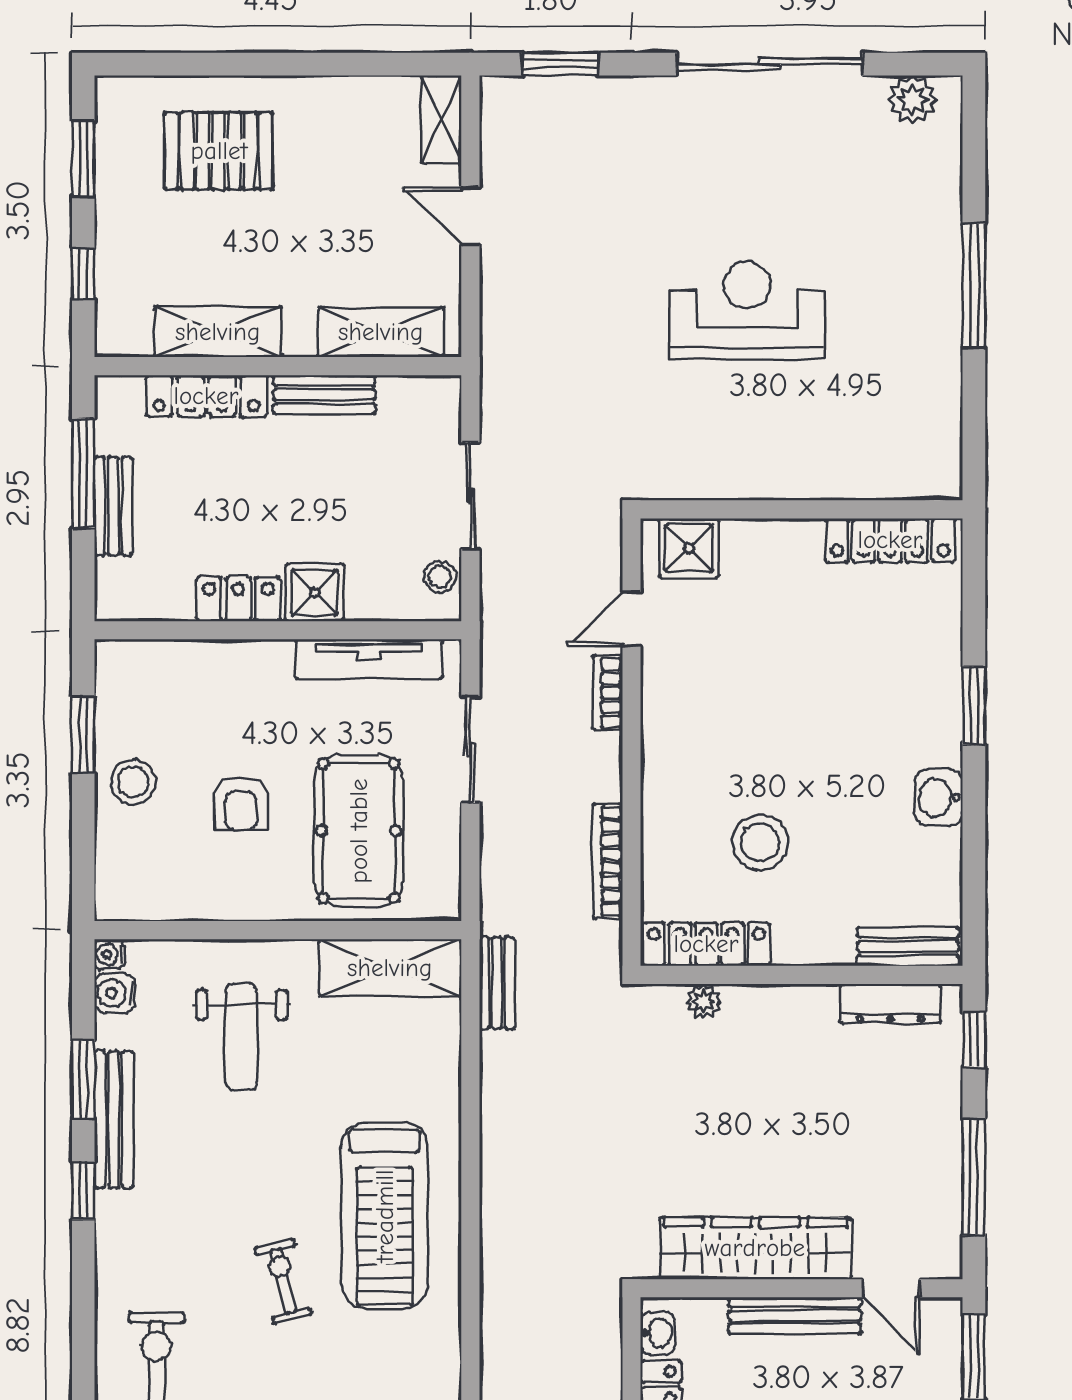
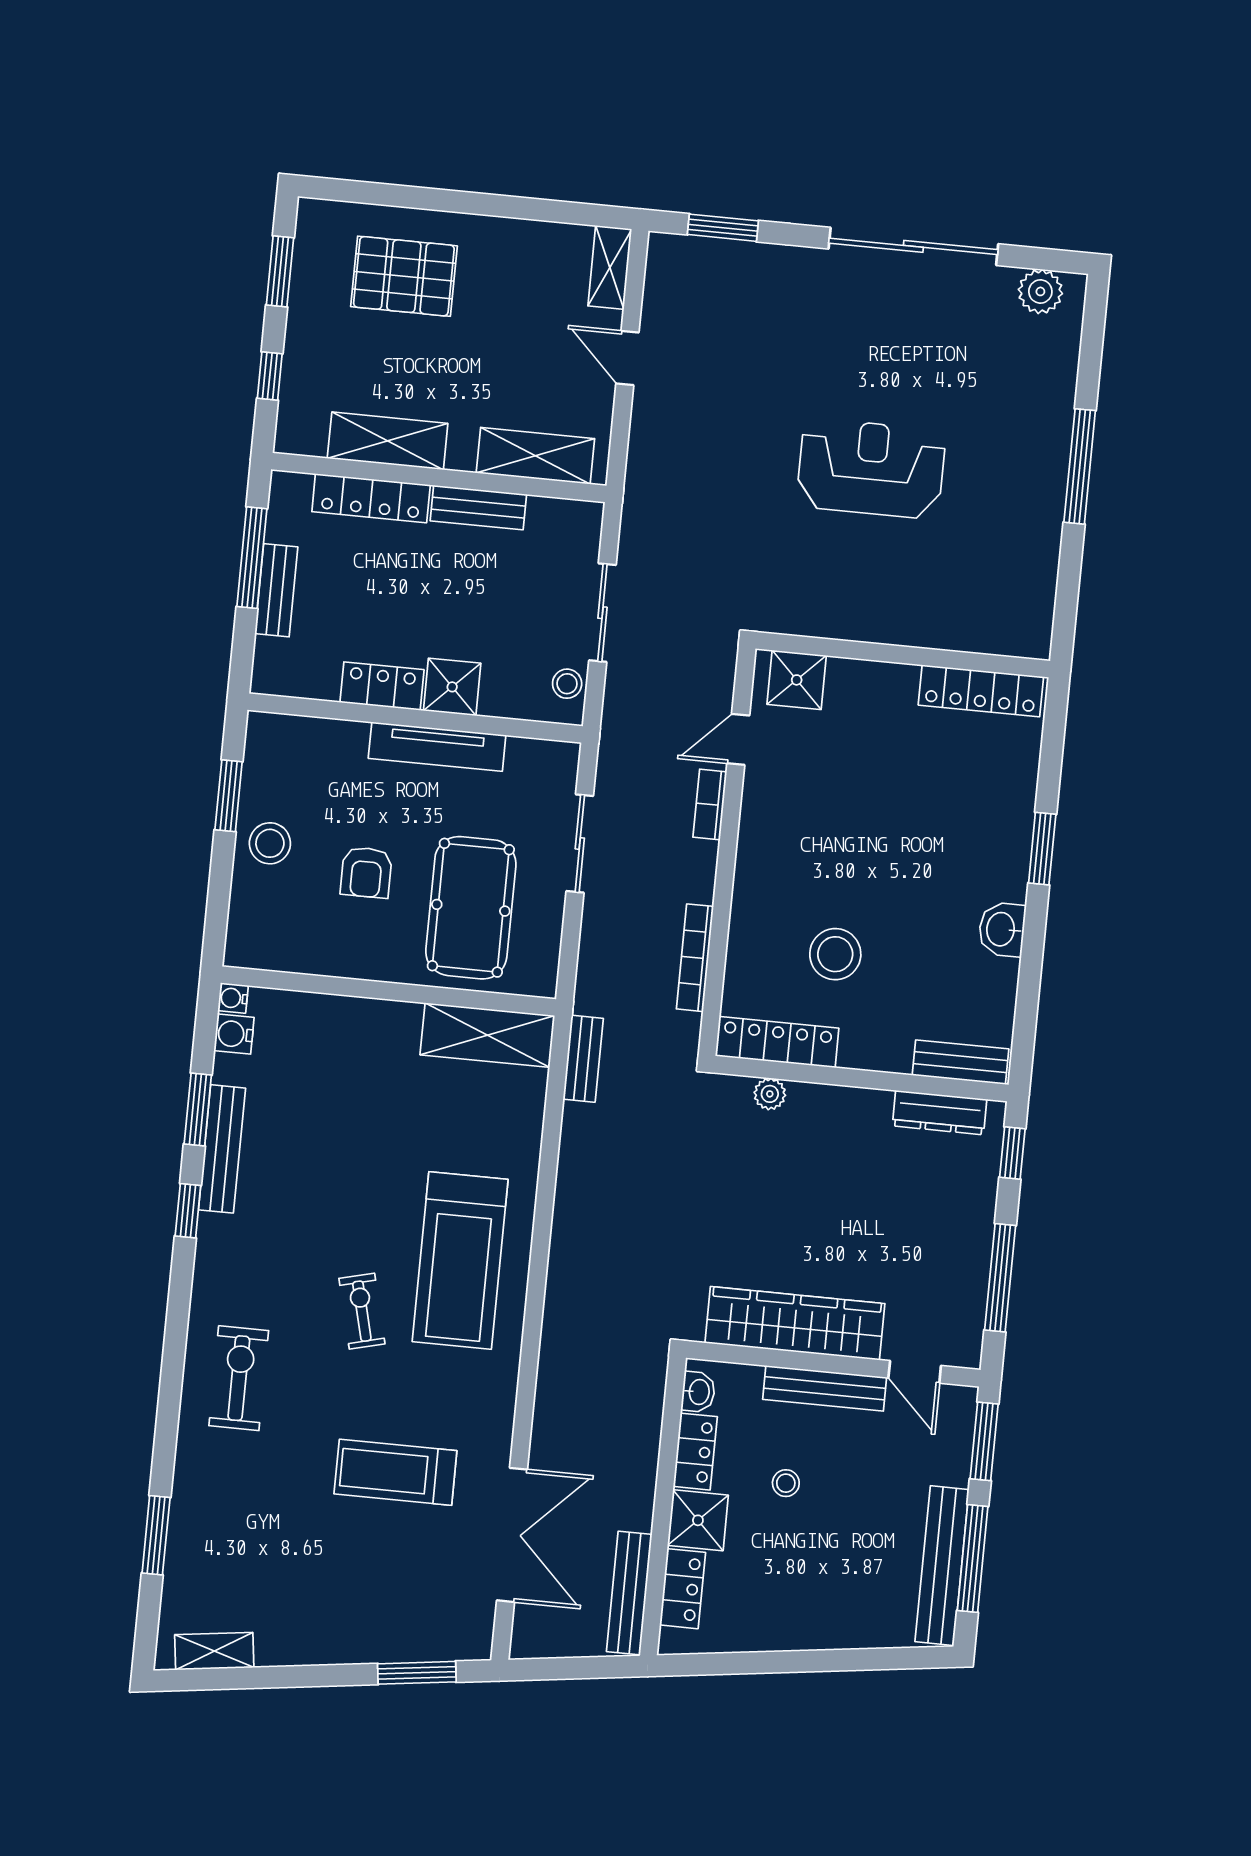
tv unit: (369, 659) -> (437, 747), moved
weight bench: (241, 1037) -> (346, 1085), removed

